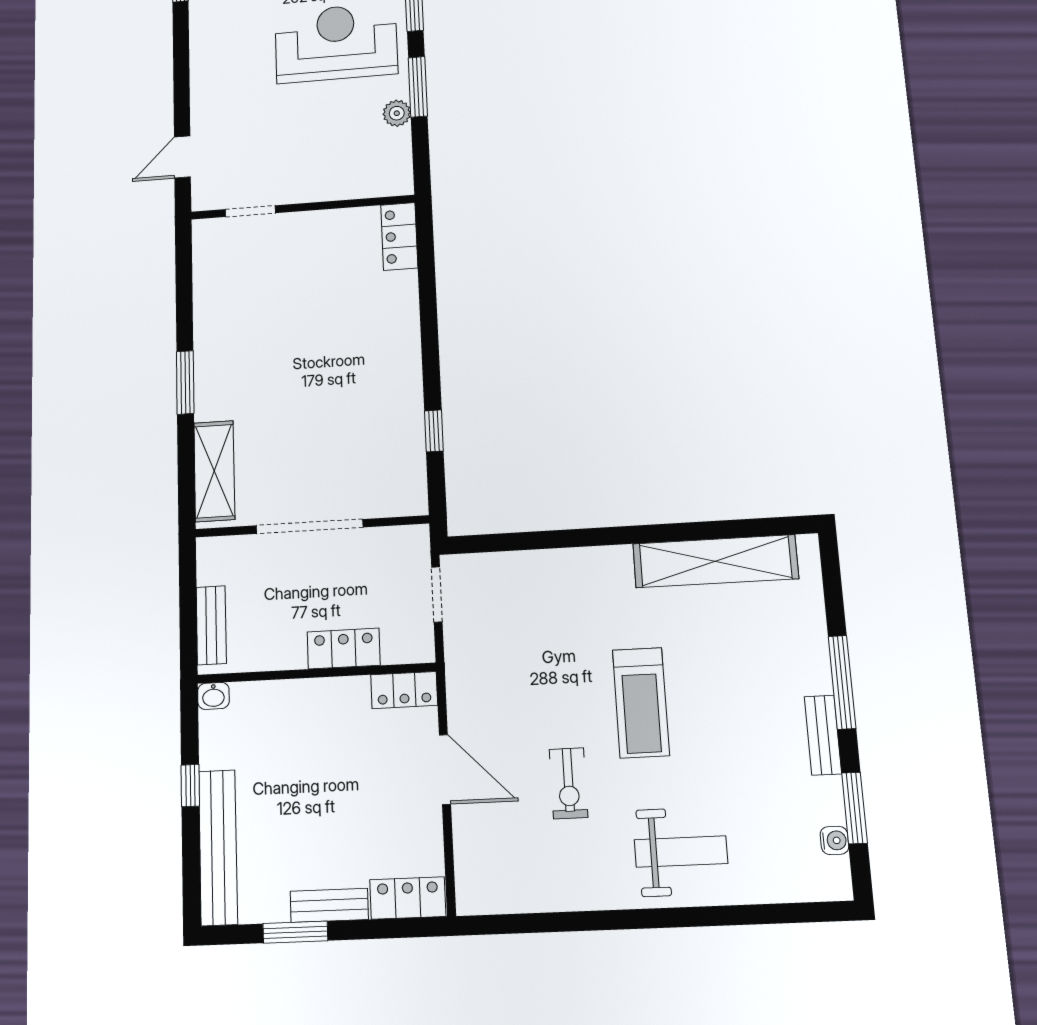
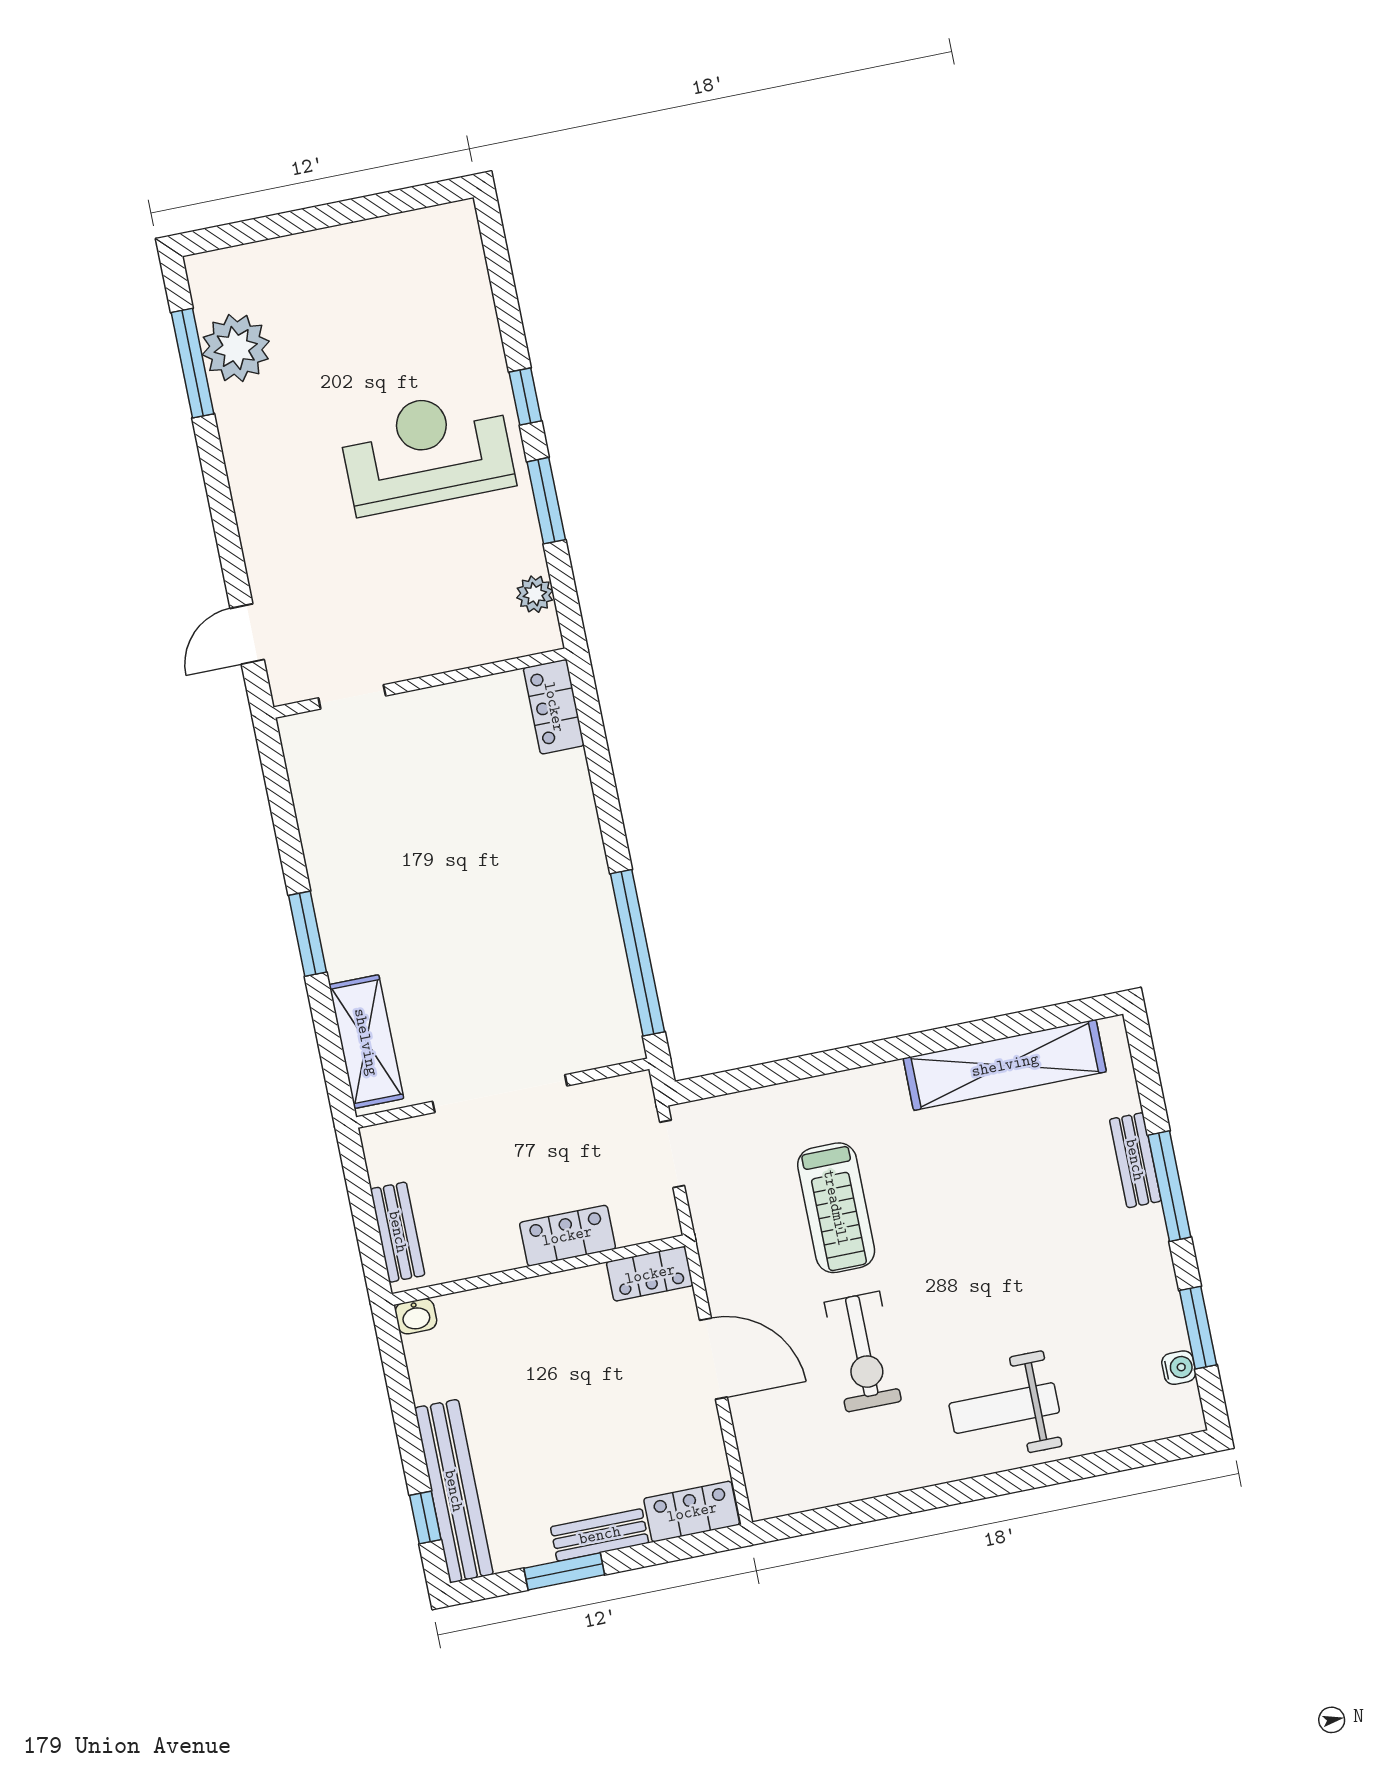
plant: (397, 113) -> (535, 594), moved
window: (434, 431) -> (637, 953), width x3.17
treadmill: (641, 703) -> (836, 1208), moved
bench: (823, 735) -> (1135, 1160), moved
exercise bike: (569, 783) -> (863, 1352), width x1.38, depth x1.39
window: (190, 786) -> (425, 1517), moved
weight bench: (681, 851) -> (1004, 1408), turned 180

